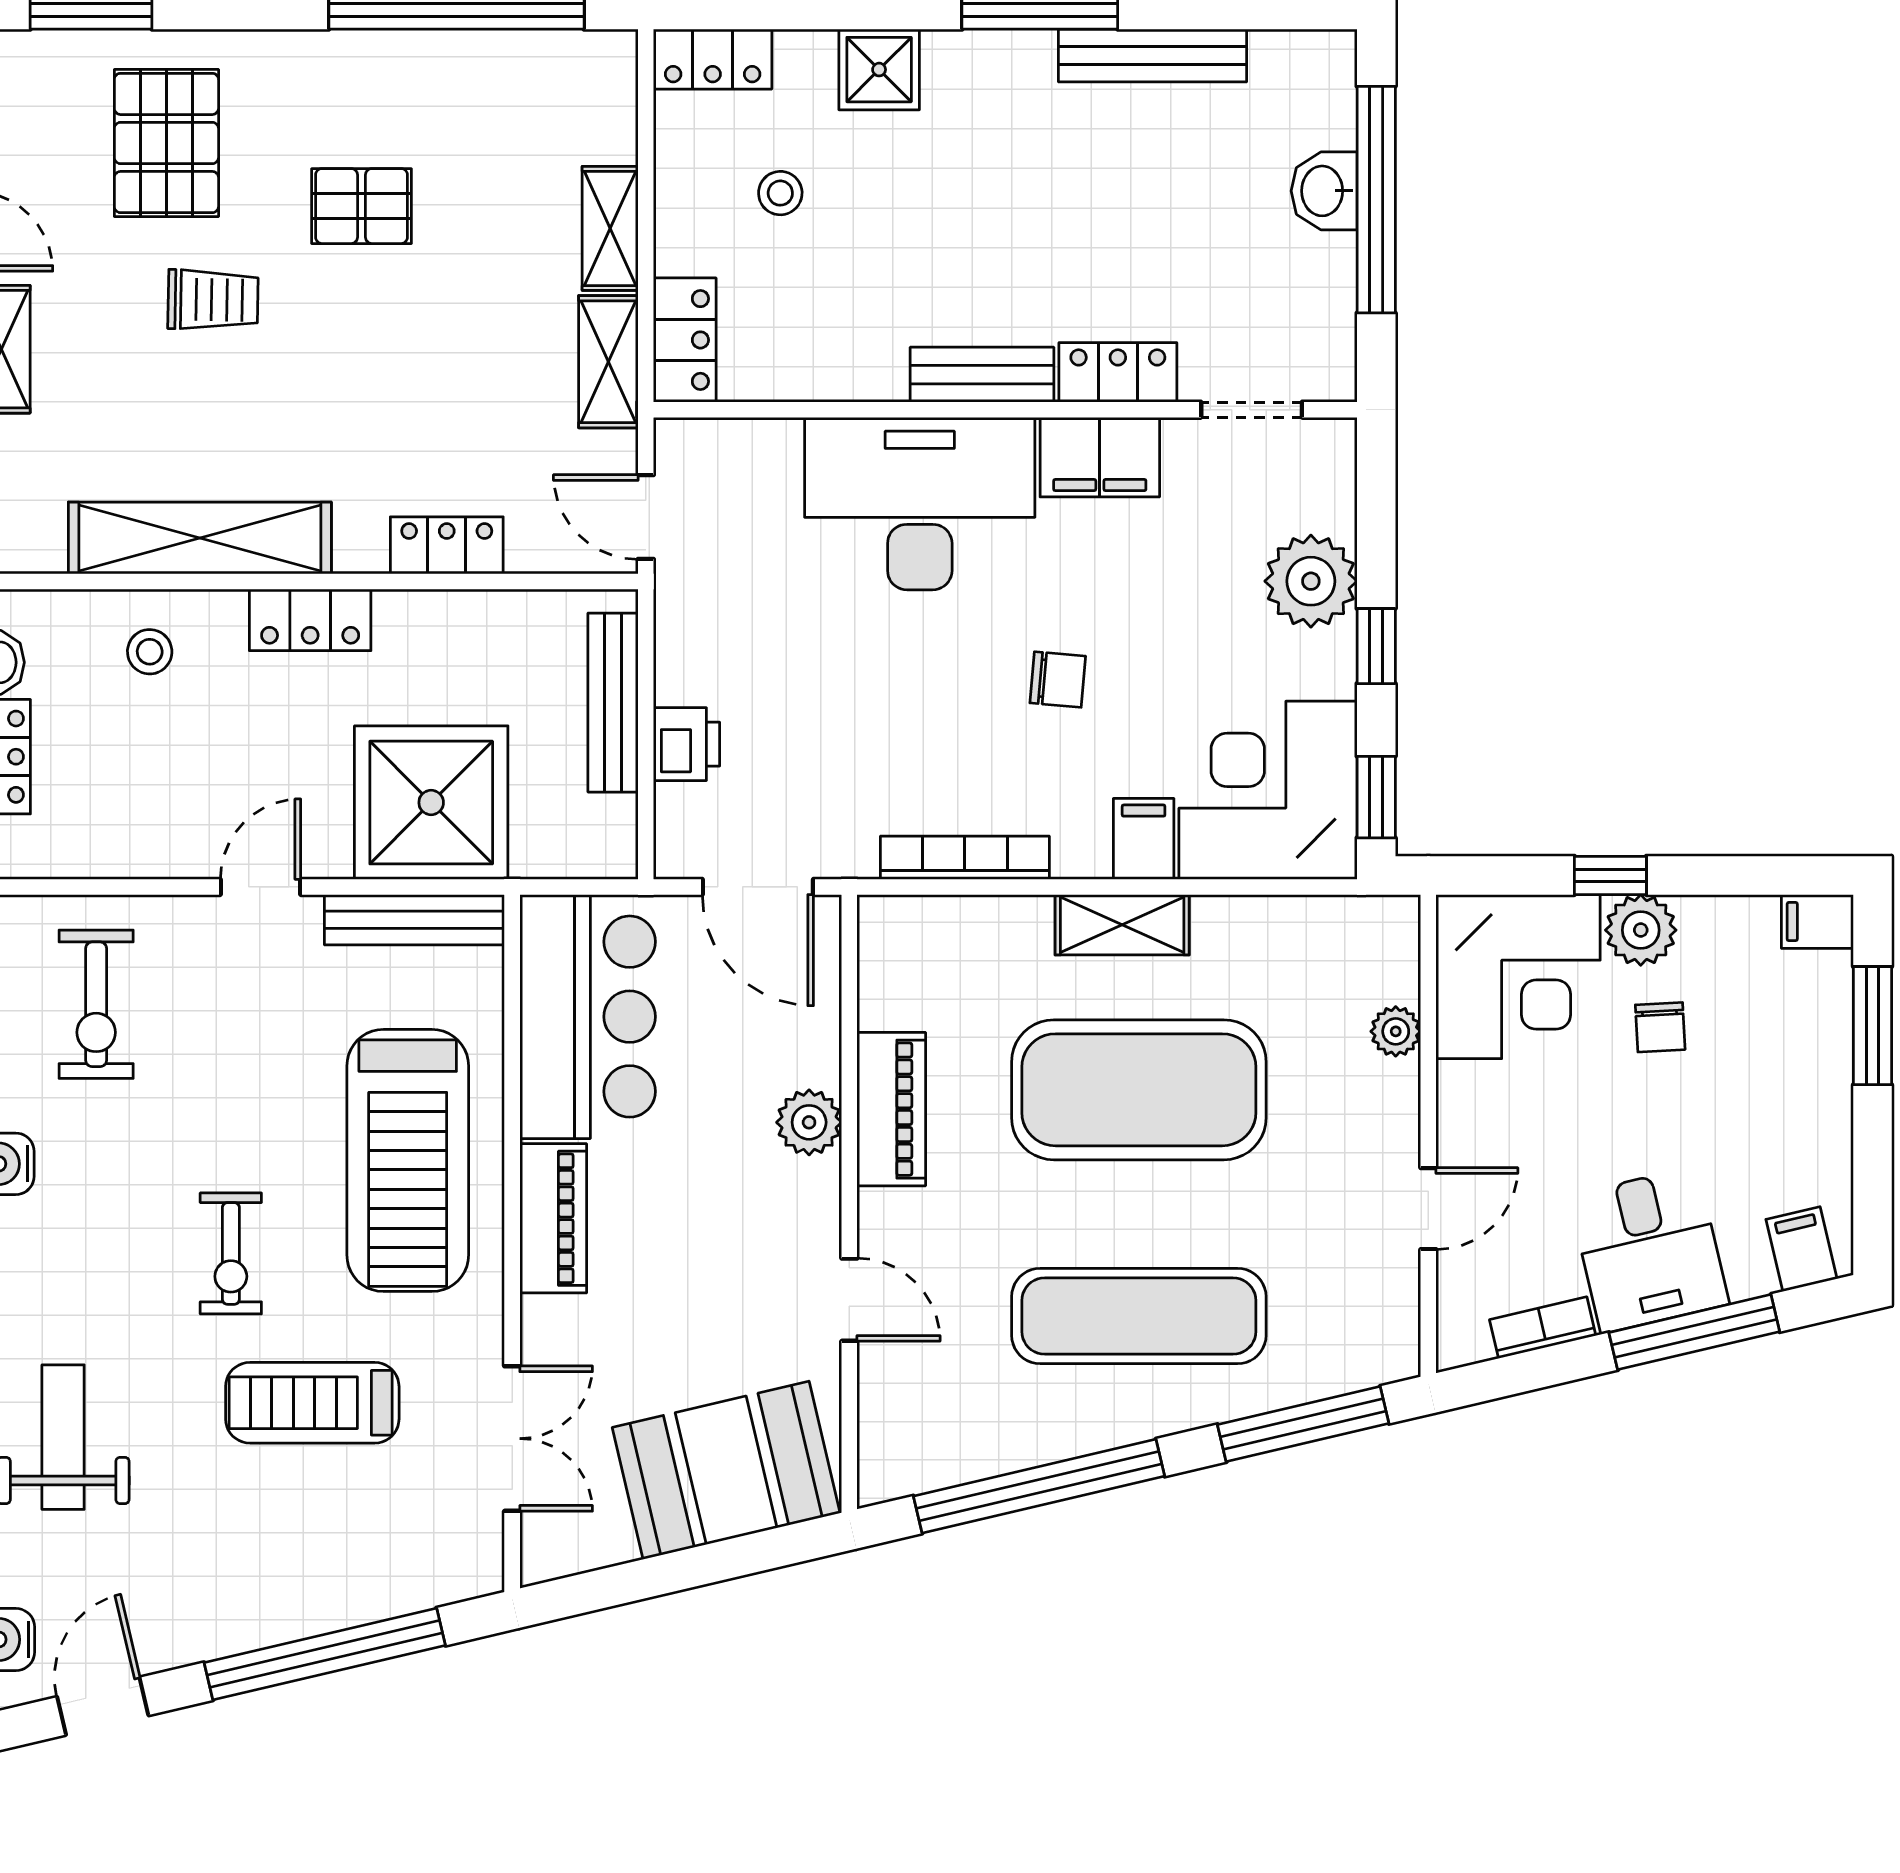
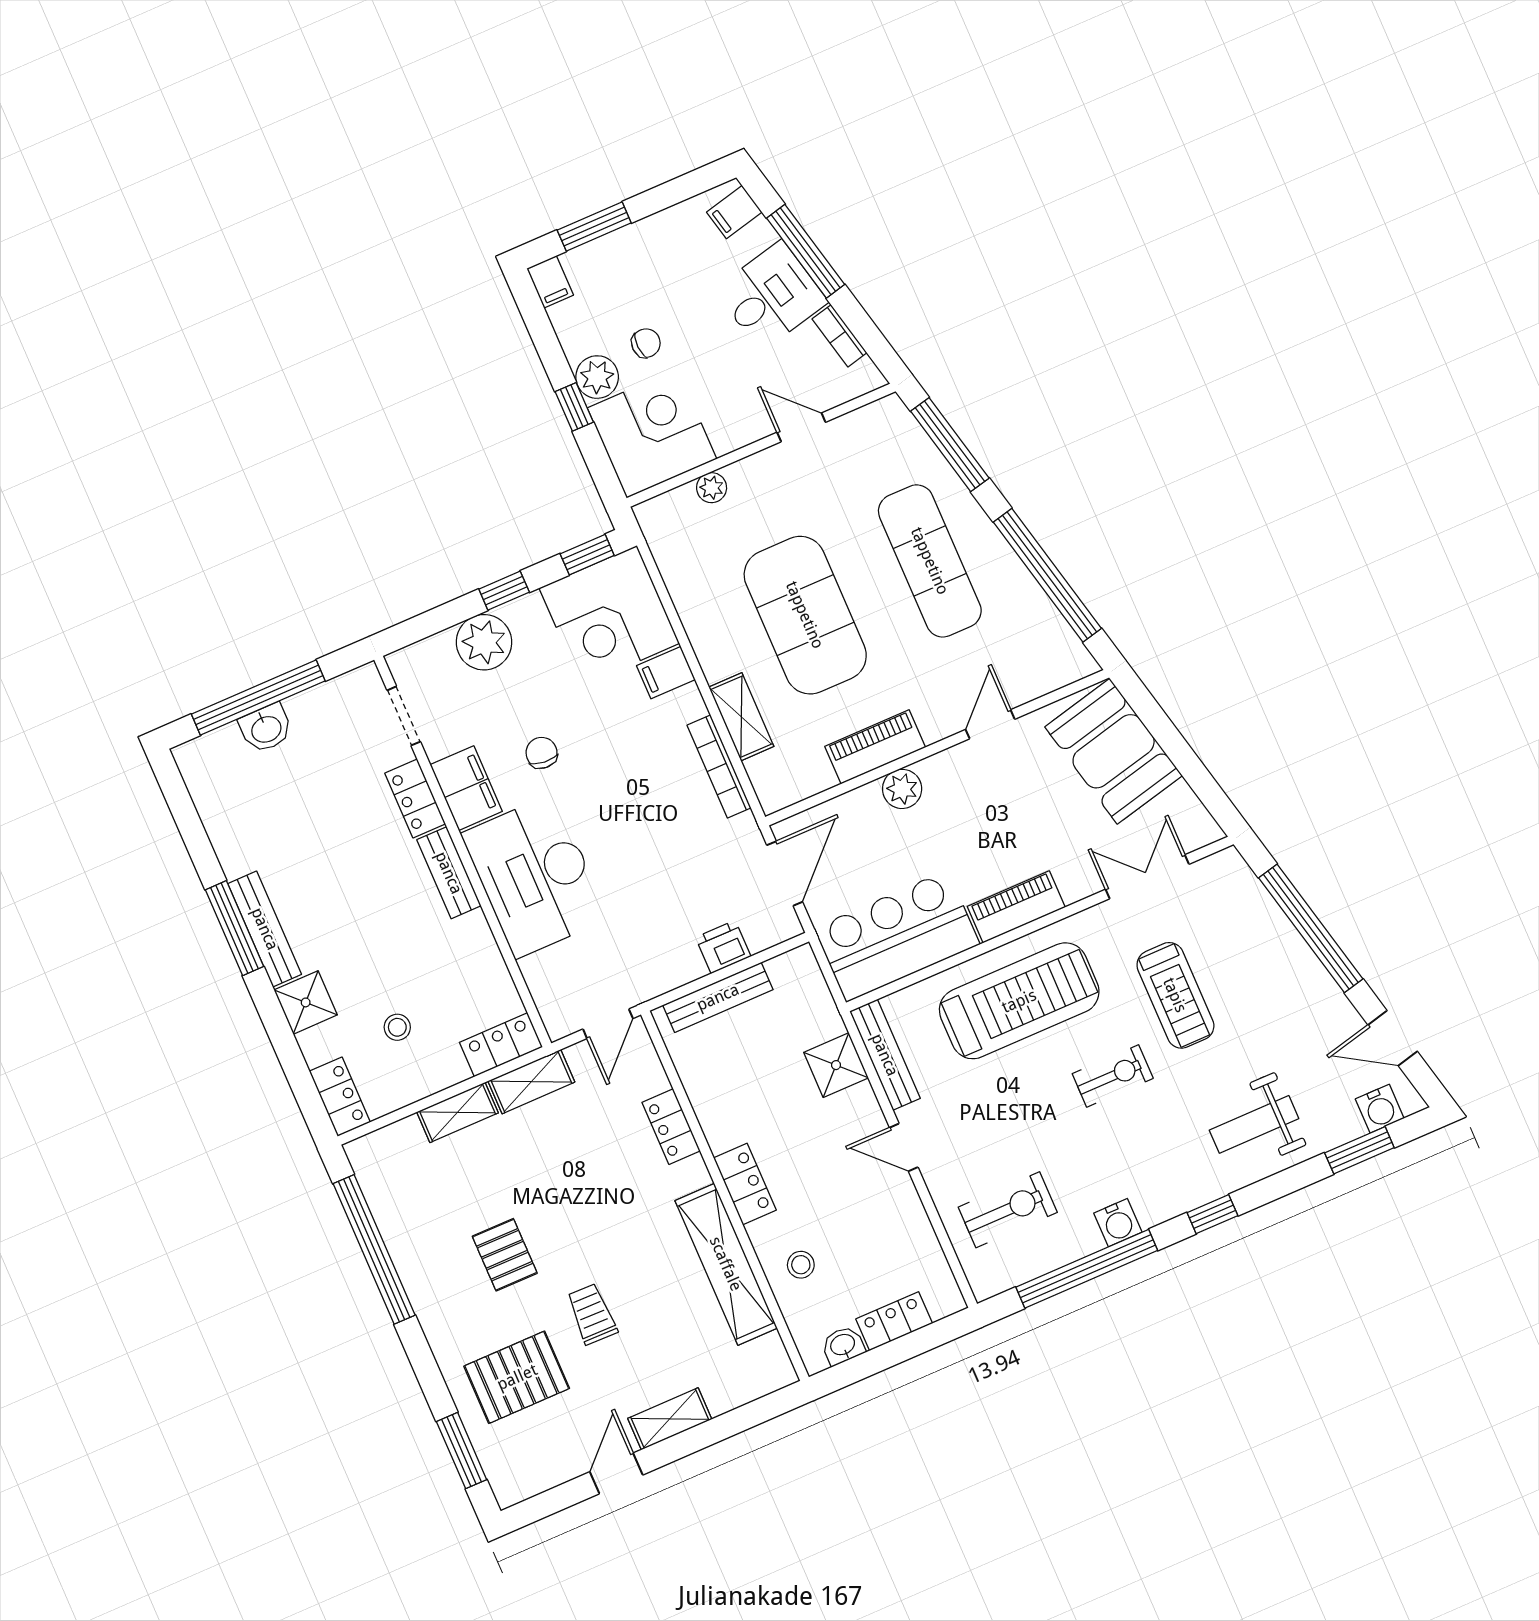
bench: (1152, 56) -> (265, 929), moved
chair: (1058, 680) -> (542, 753), moved
shower: (431, 803) -> (836, 1065), width x0.54, depth x0.54
shelving: (1122, 925) -> (741, 717), moved

